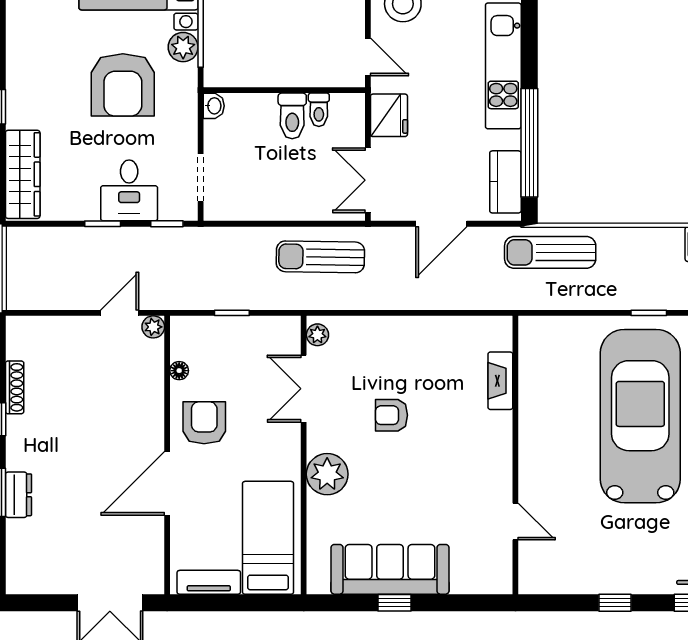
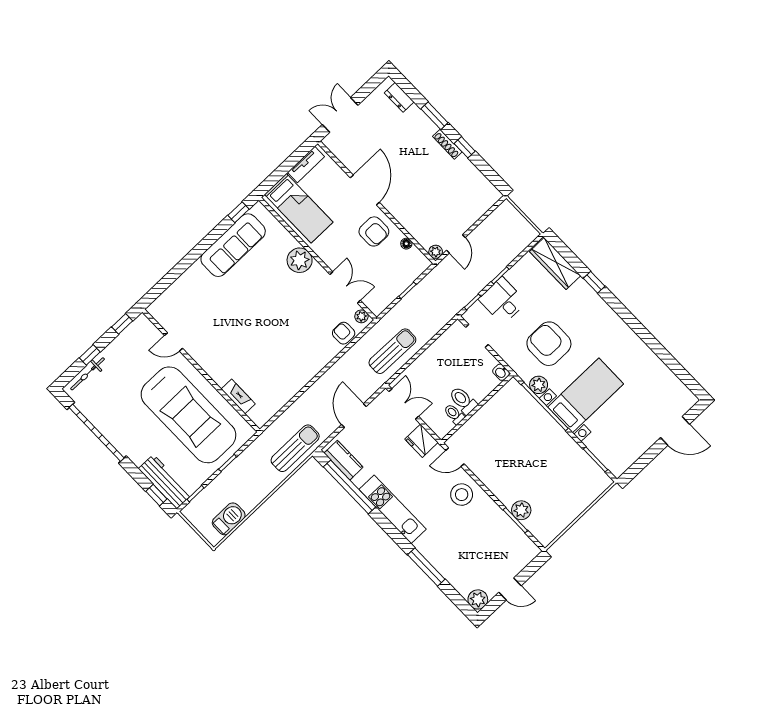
fireplace: (500, 381) -> (238, 396), moved
shoe rack: (15, 387) -> (447, 144), moved
armchair: (391, 415) -> (344, 333), moved, turned -90
wall: (515, 455) -> (201, 371), moved
dresser: (18, 495) -> (399, 97), moved
door: (515, 521) -> (173, 342), moved
window: (394, 603) -> (238, 212), moved

